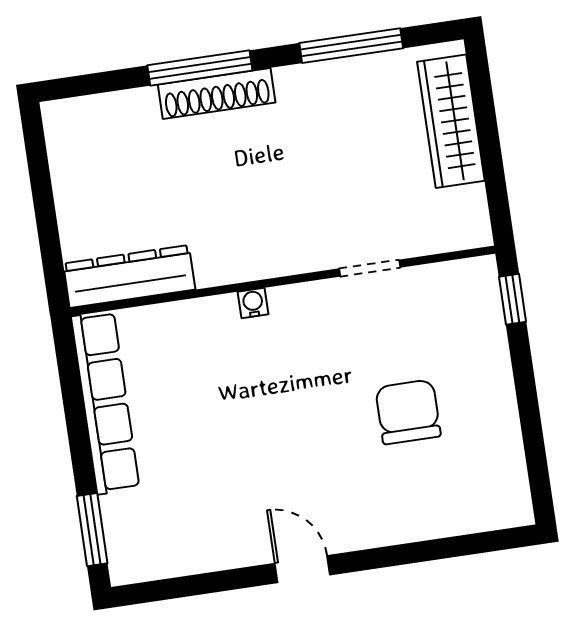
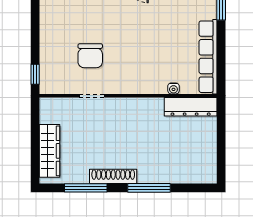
shoe rack: (217, 94) -> (113, 176), moved
water cooler: (253, 303) -> (173, 88), moved
chair: (408, 412) -> (90, 56), moved

